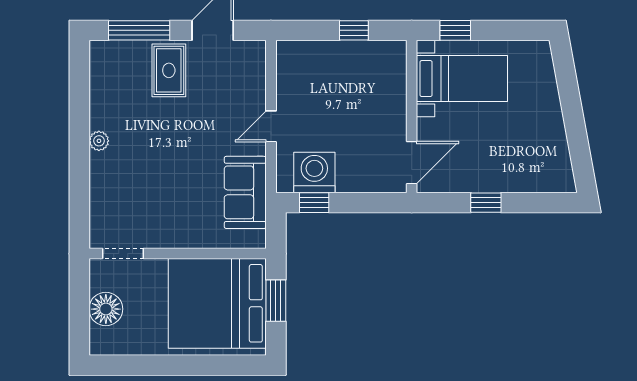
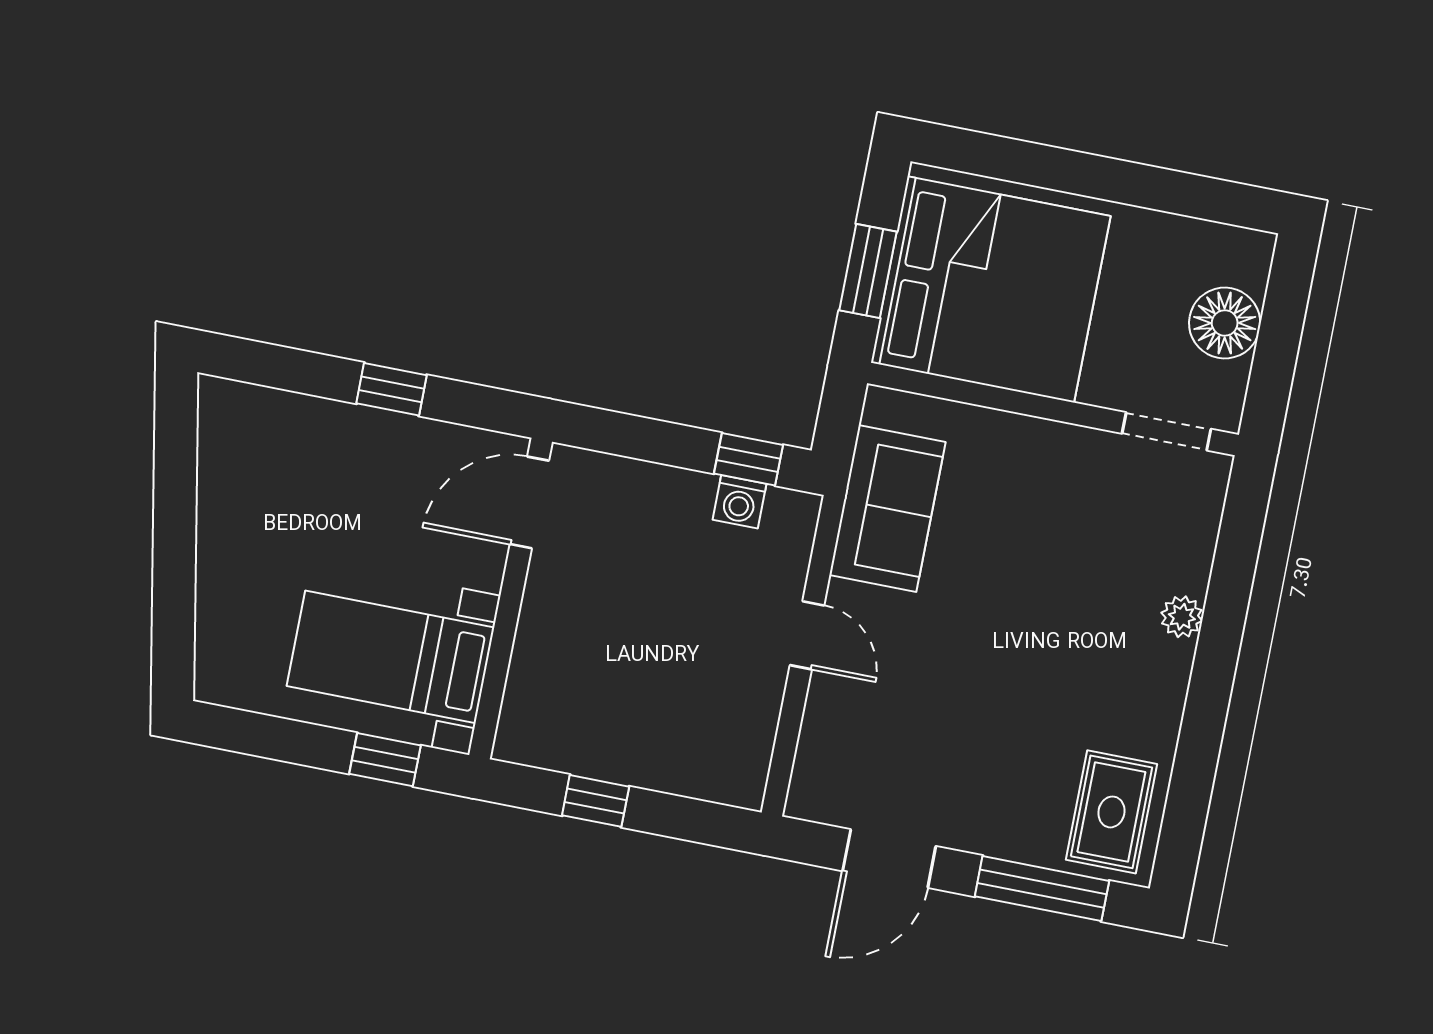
rug: (169, 70) -> (1111, 812), moved
door: (271, 126) -> (807, 635), hinge flipped
plant: (99, 141) -> (1182, 617), moved
washing machine: (314, 172) -> (740, 502), width x0.53, depth x0.53

